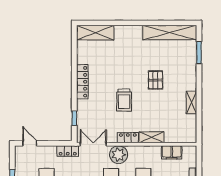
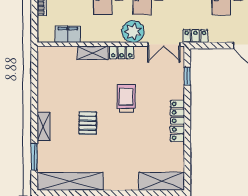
shelving: (191, 102) -> (44, 126), moved

